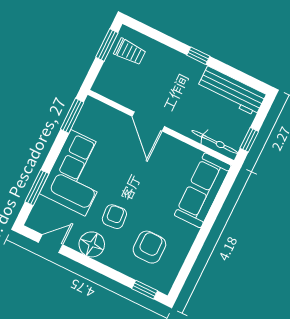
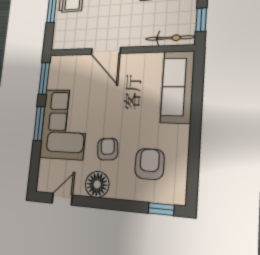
window: (37, 188) -> (39, 124), moved

